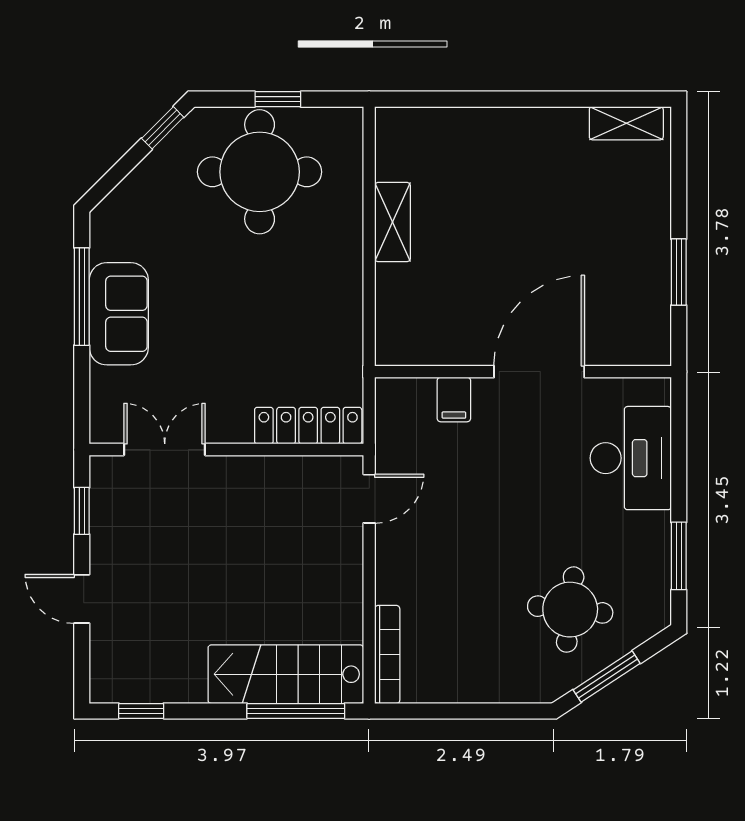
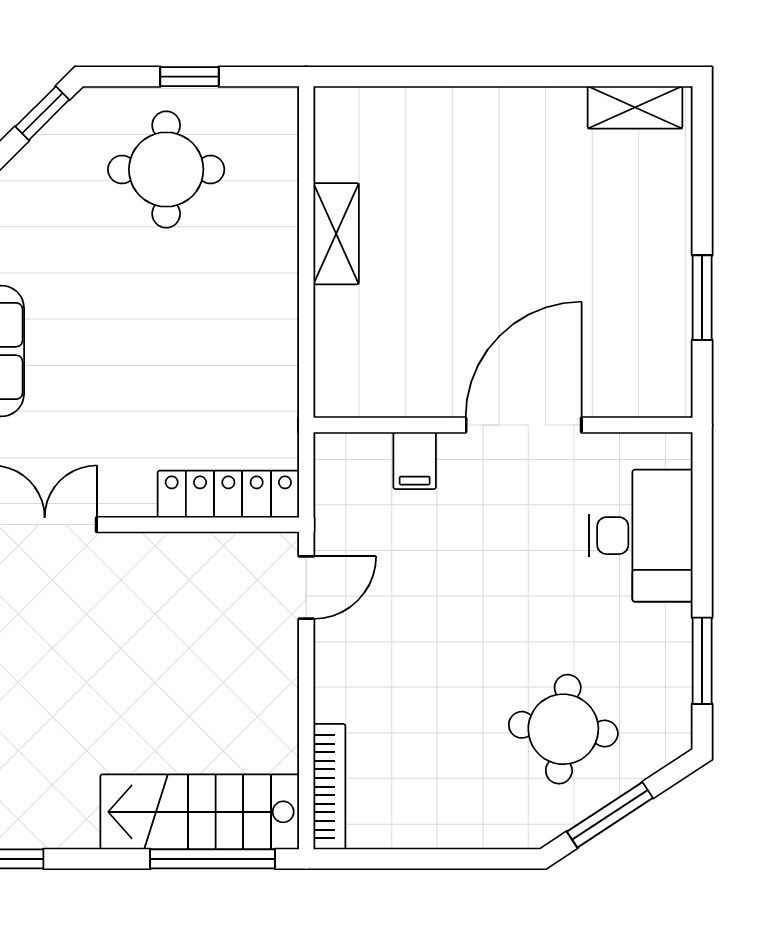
round table: (260, 172) -> (166, 169), width x0.73, depth x0.73

